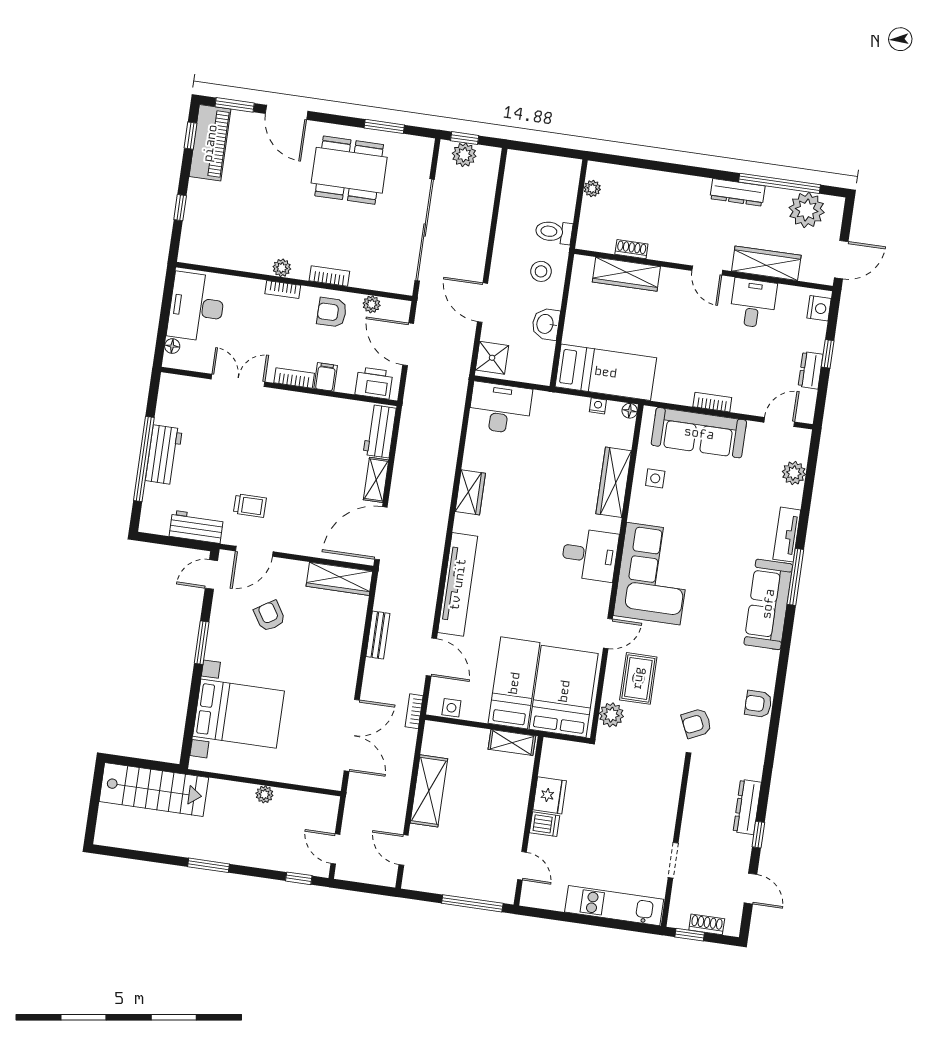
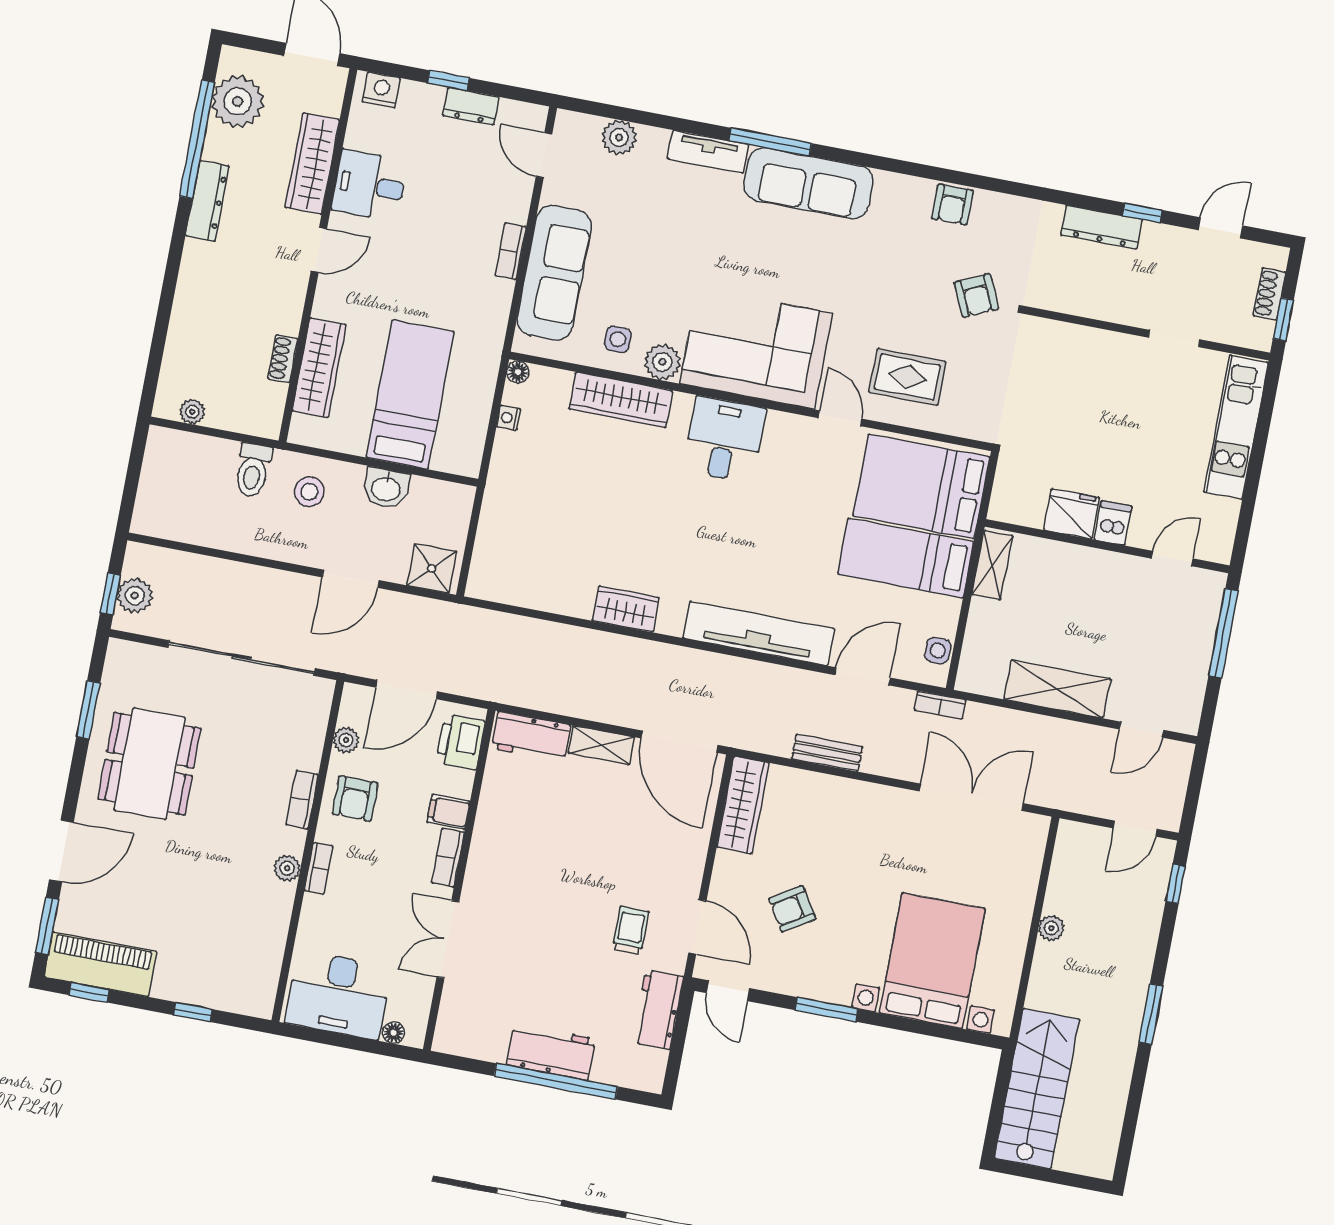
bed: (606, 372) -> (410, 394), moved
desk: (500, 408) -> (505, 560), removed
plant: (611, 715) -> (662, 362), moved

